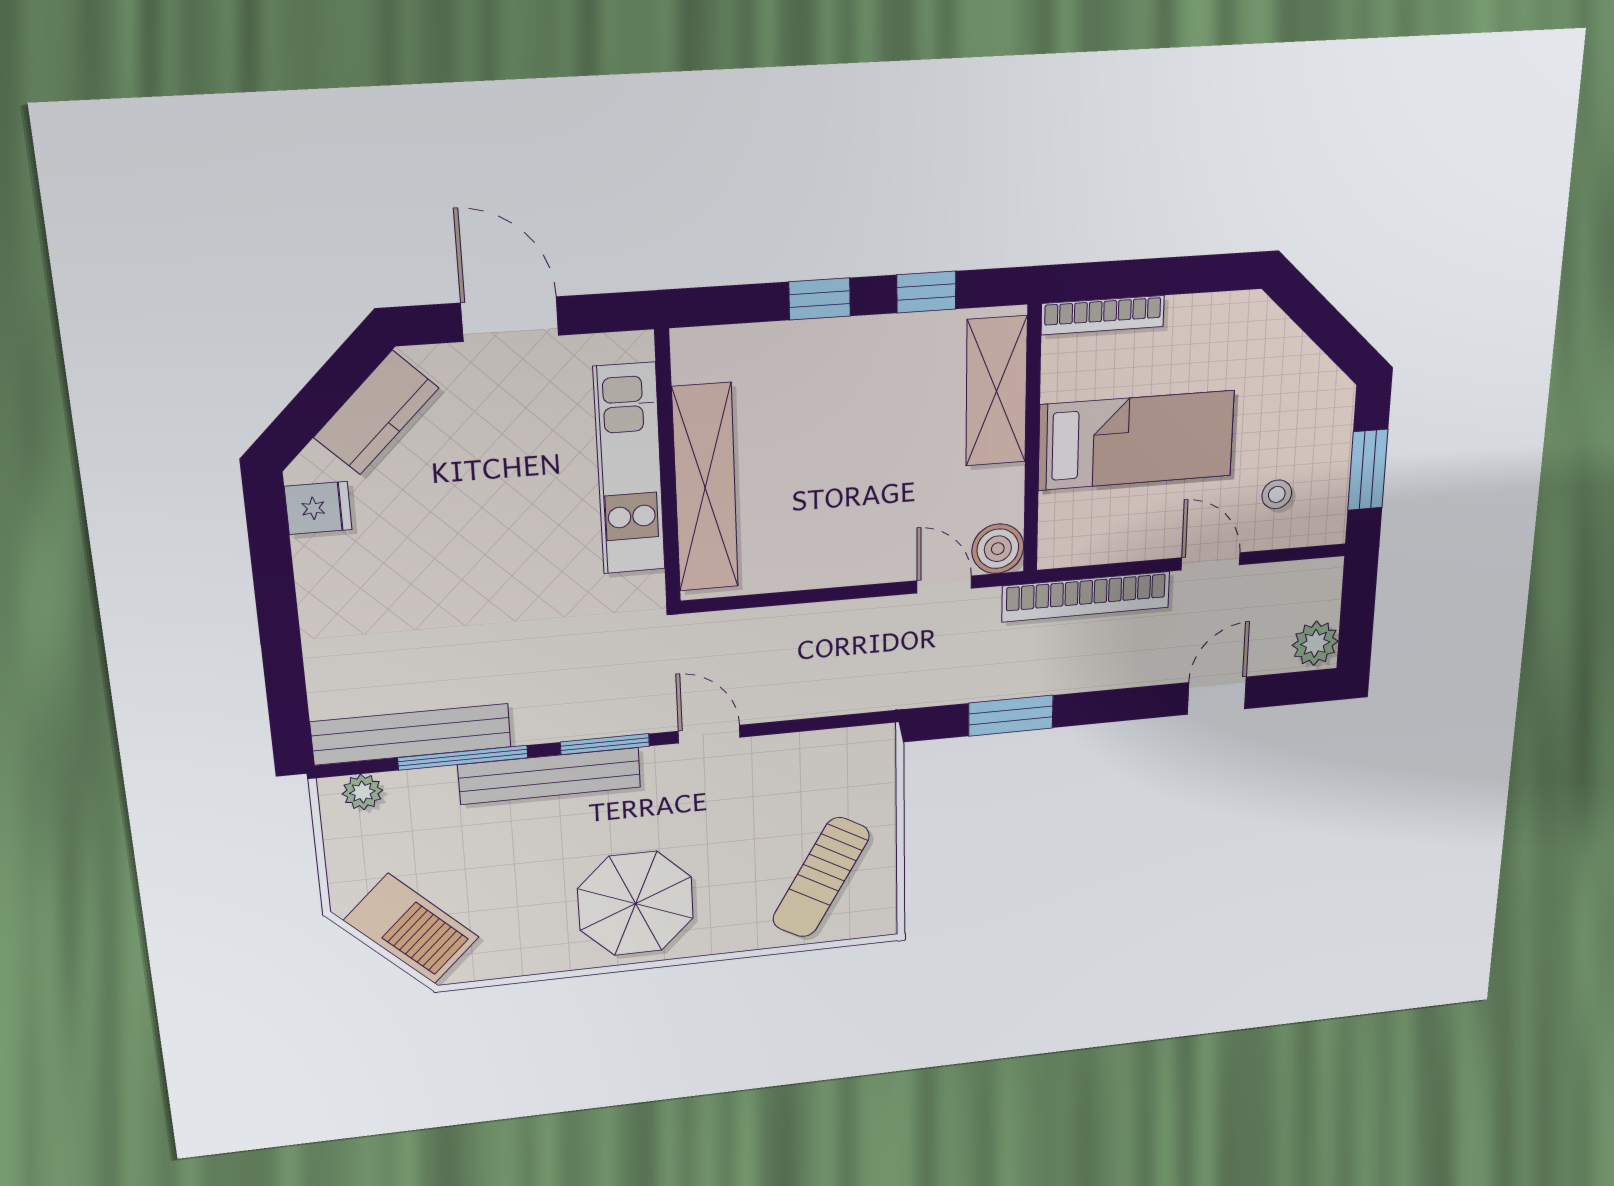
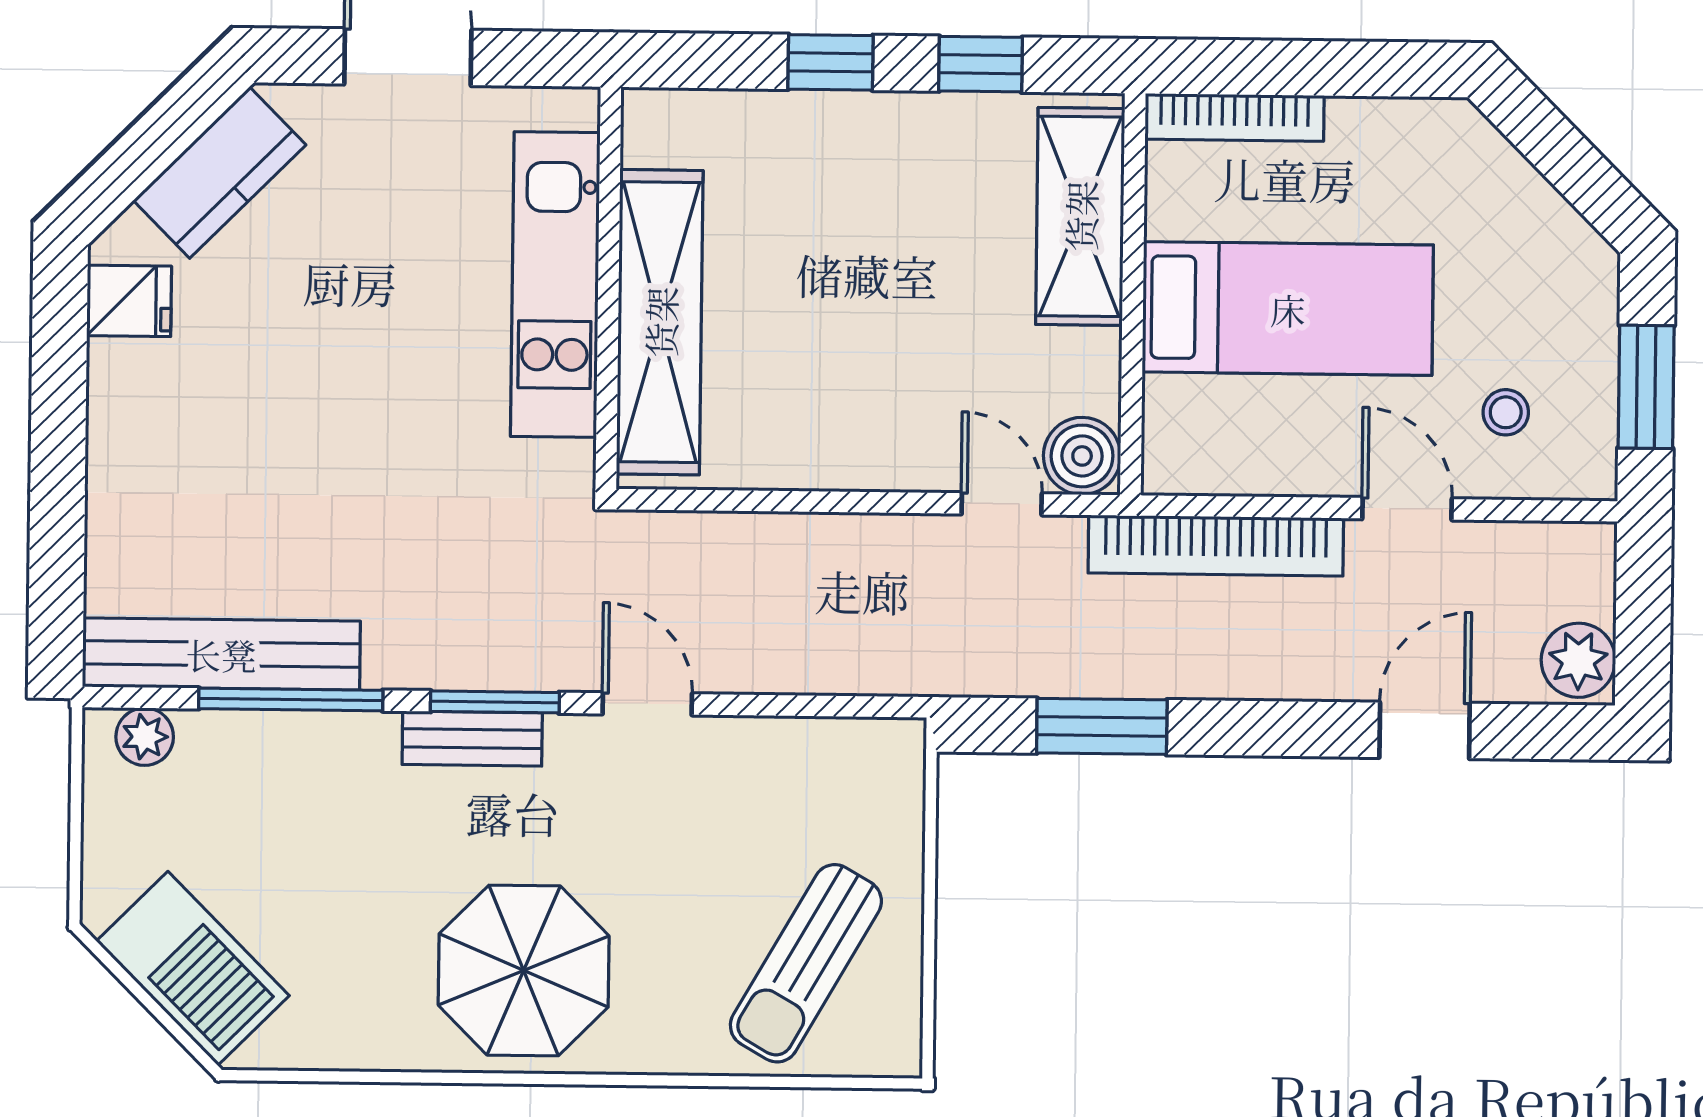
bench: (550, 776) -> (472, 739), width x0.54, depth x0.82

